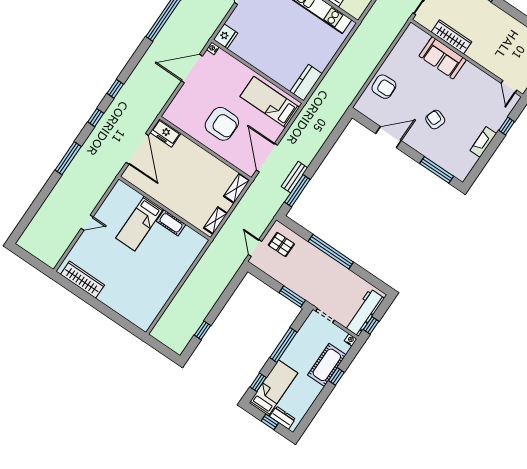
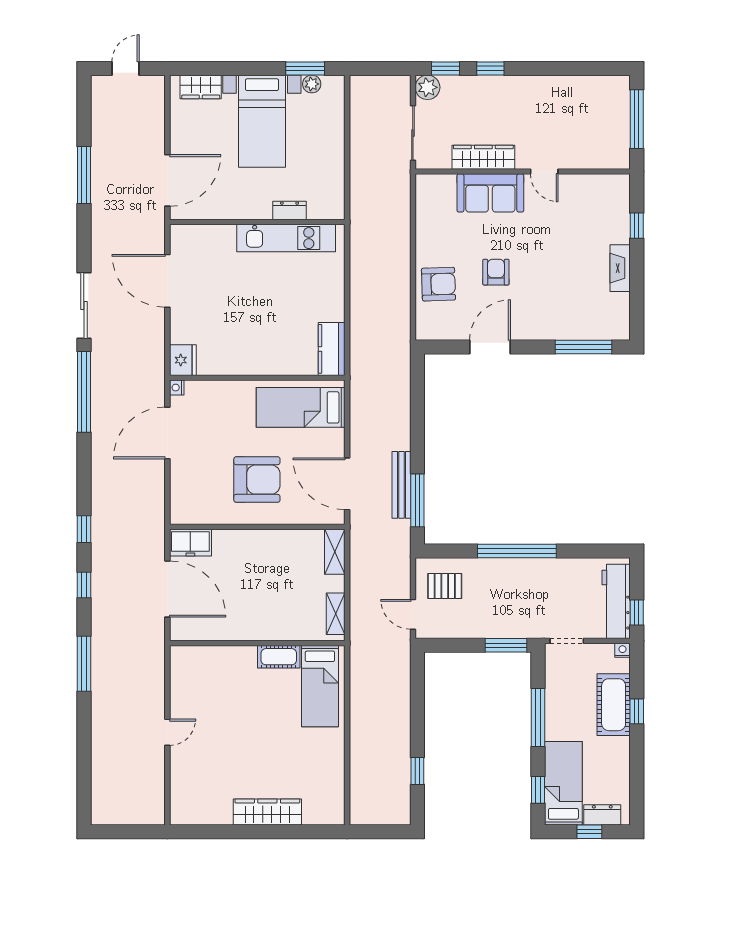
door: (509, 87) -> (544, 172), moved
armchair: (435, 120) -> (496, 272), moved, turned 70
bench: (294, 177) -> (401, 485), width x1.36
bed: (139, 224) -> (320, 686), moved
wardrobe: (82, 280) -> (267, 812), moved

